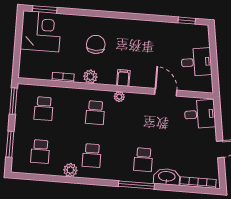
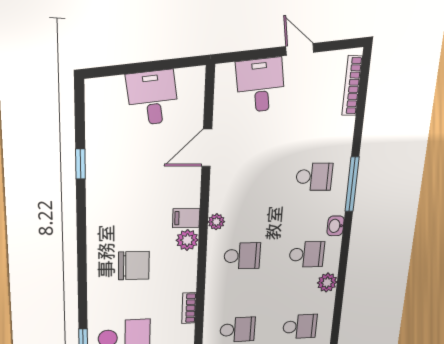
window: (187, 21) -> (80, 164), moved
chair: (96, 44) -> (134, 266), turned 180
plant: (90, 77) -> (187, 240), moved
desk: (200, 114) -> (261, 85), moved
washbasin: (167, 177) -> (336, 226), moved, width x0.52, depth x0.69

